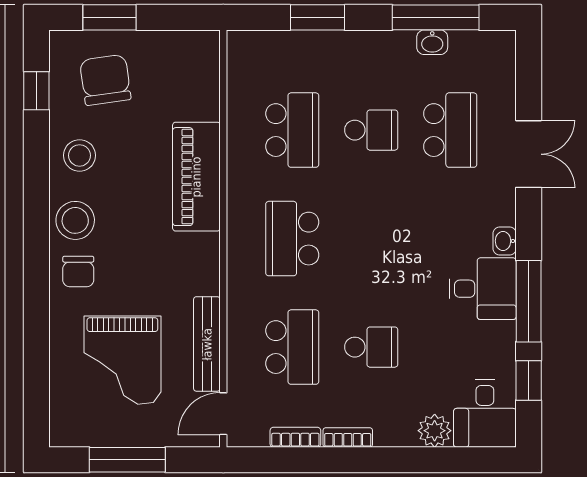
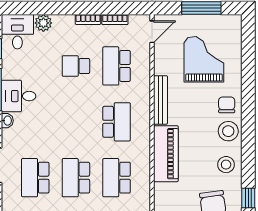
school desk: (371, 130) -> (76, 178), width x1.85
bench: (207, 344) -> (160, 100), moved

